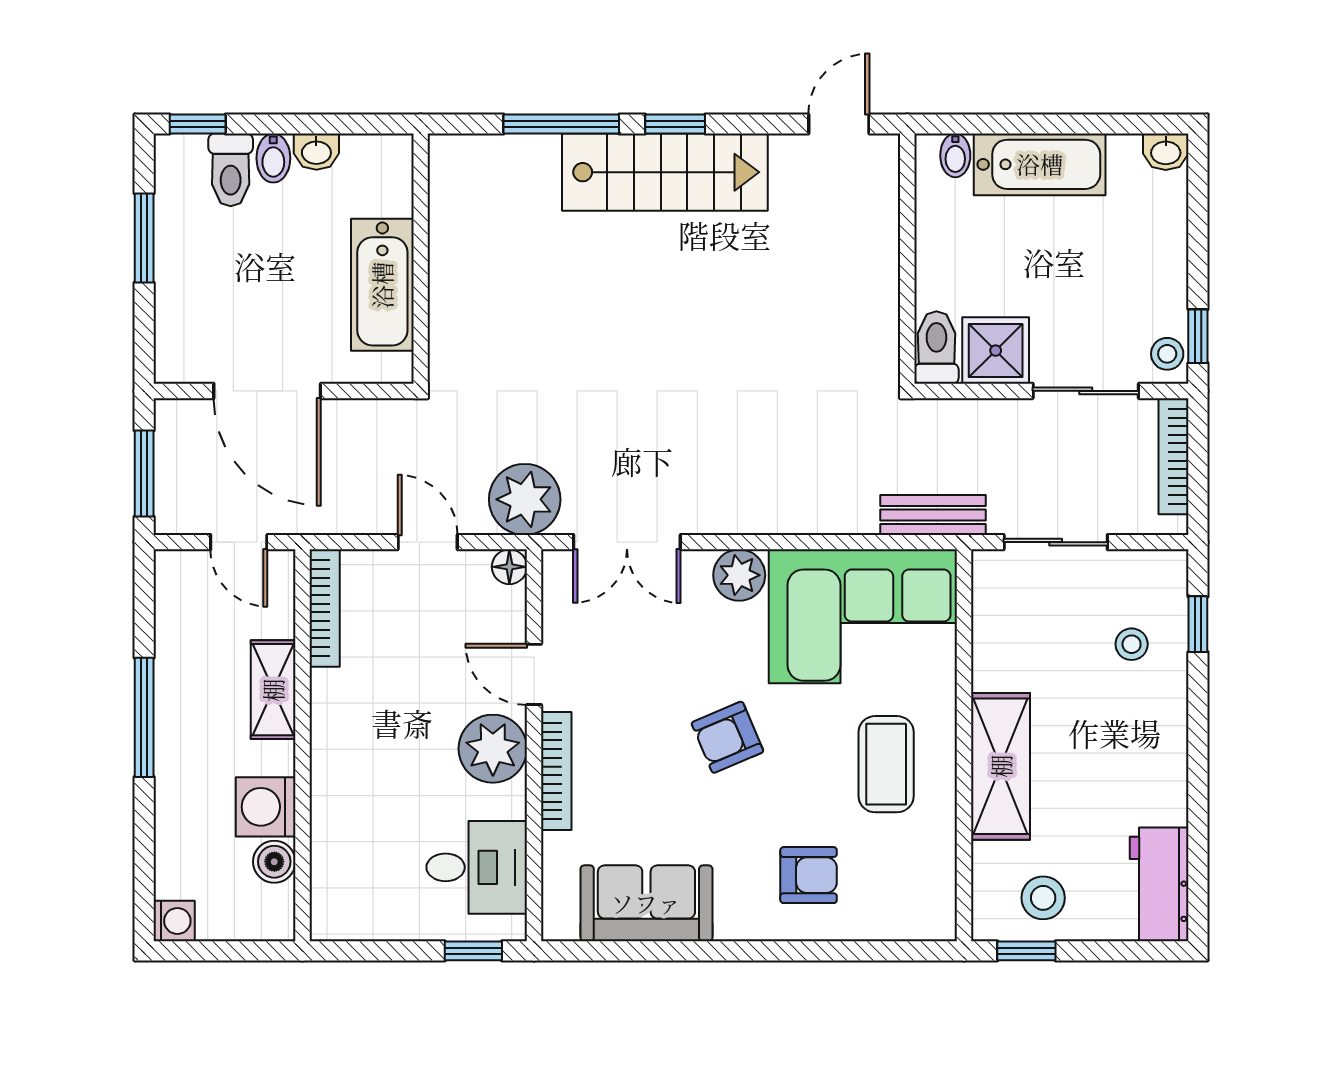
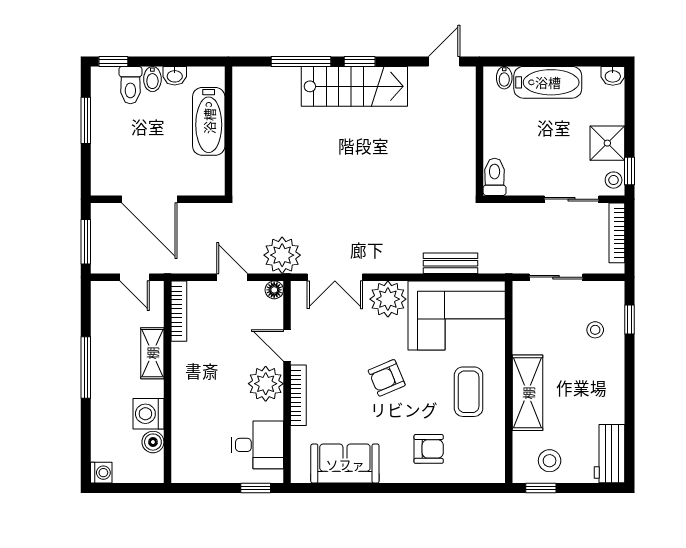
bathtub: (382, 285) -> (209, 121), moved
shower: (996, 351) -> (607, 143), moved
bench: (933, 515) -> (450, 263), moved
plant: (739, 575) -> (388, 299), width x1.36, depth x1.36

